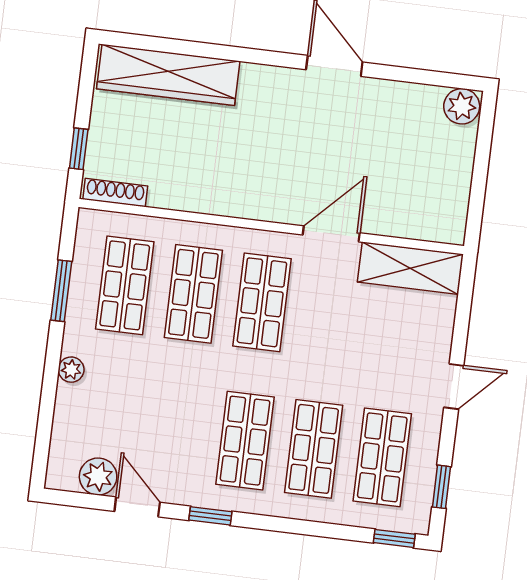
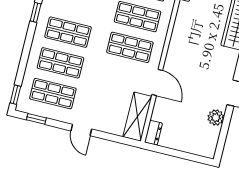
plant: (462, 106) -> (216, 118), moved
dresser: (441, 229) -> (153, 133), added

